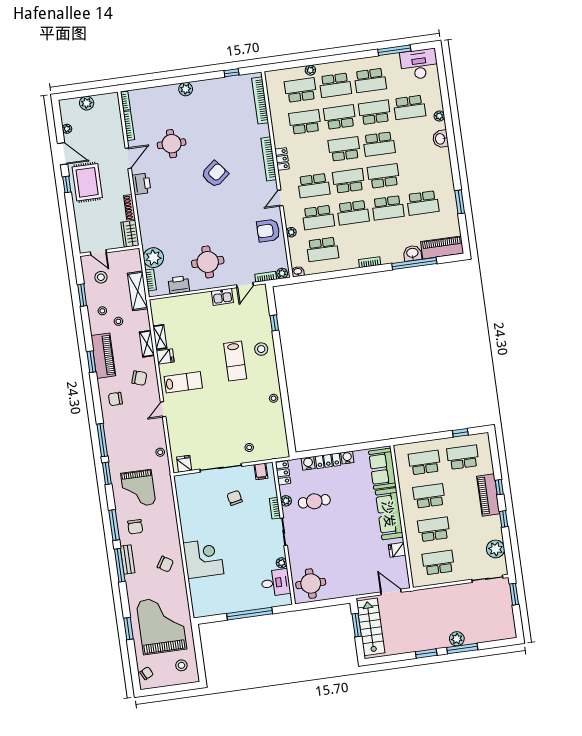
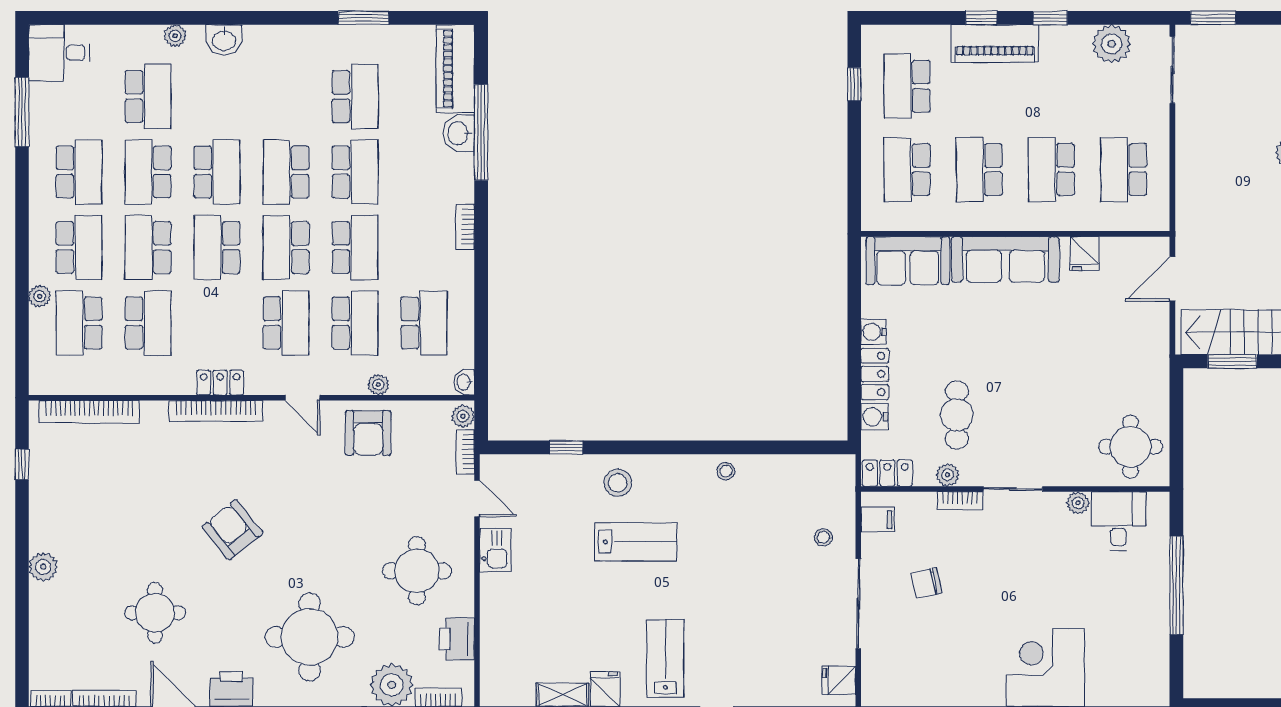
desk: (419, 64) -> (59, 53), width x0.73
school desk: (305, 122) -> (148, 323), turned 180
round table: (170, 217) -> (310, 637), added

